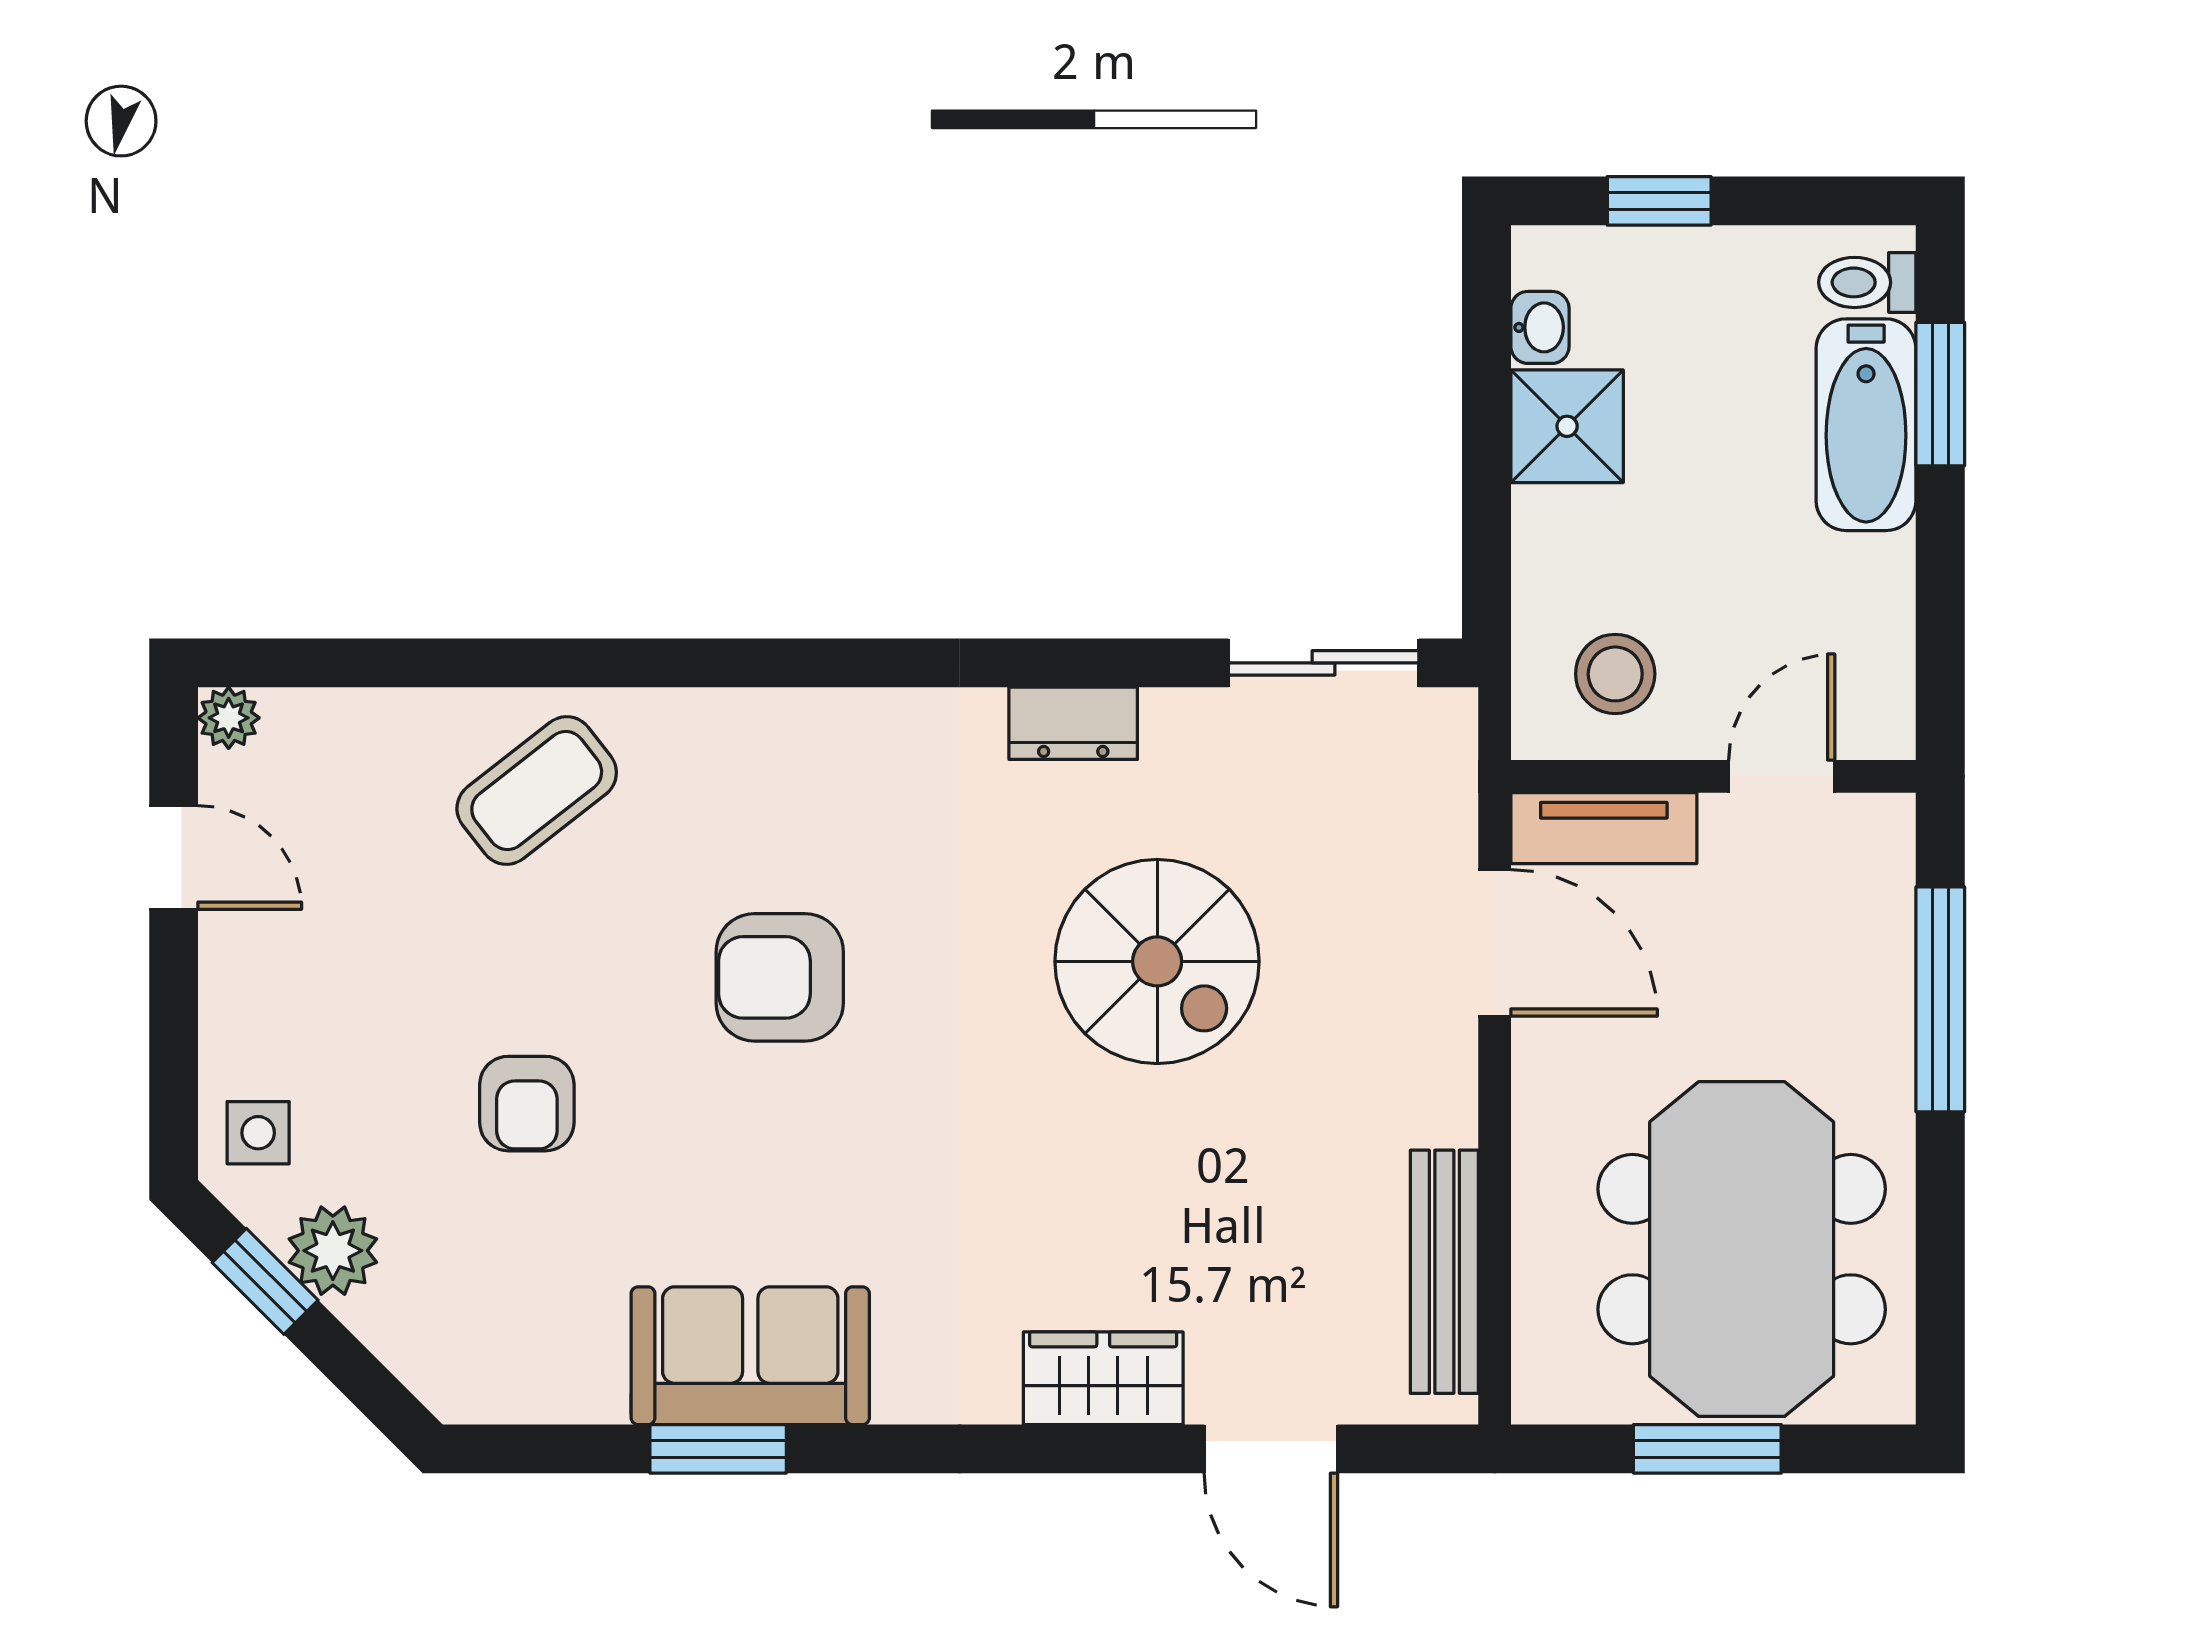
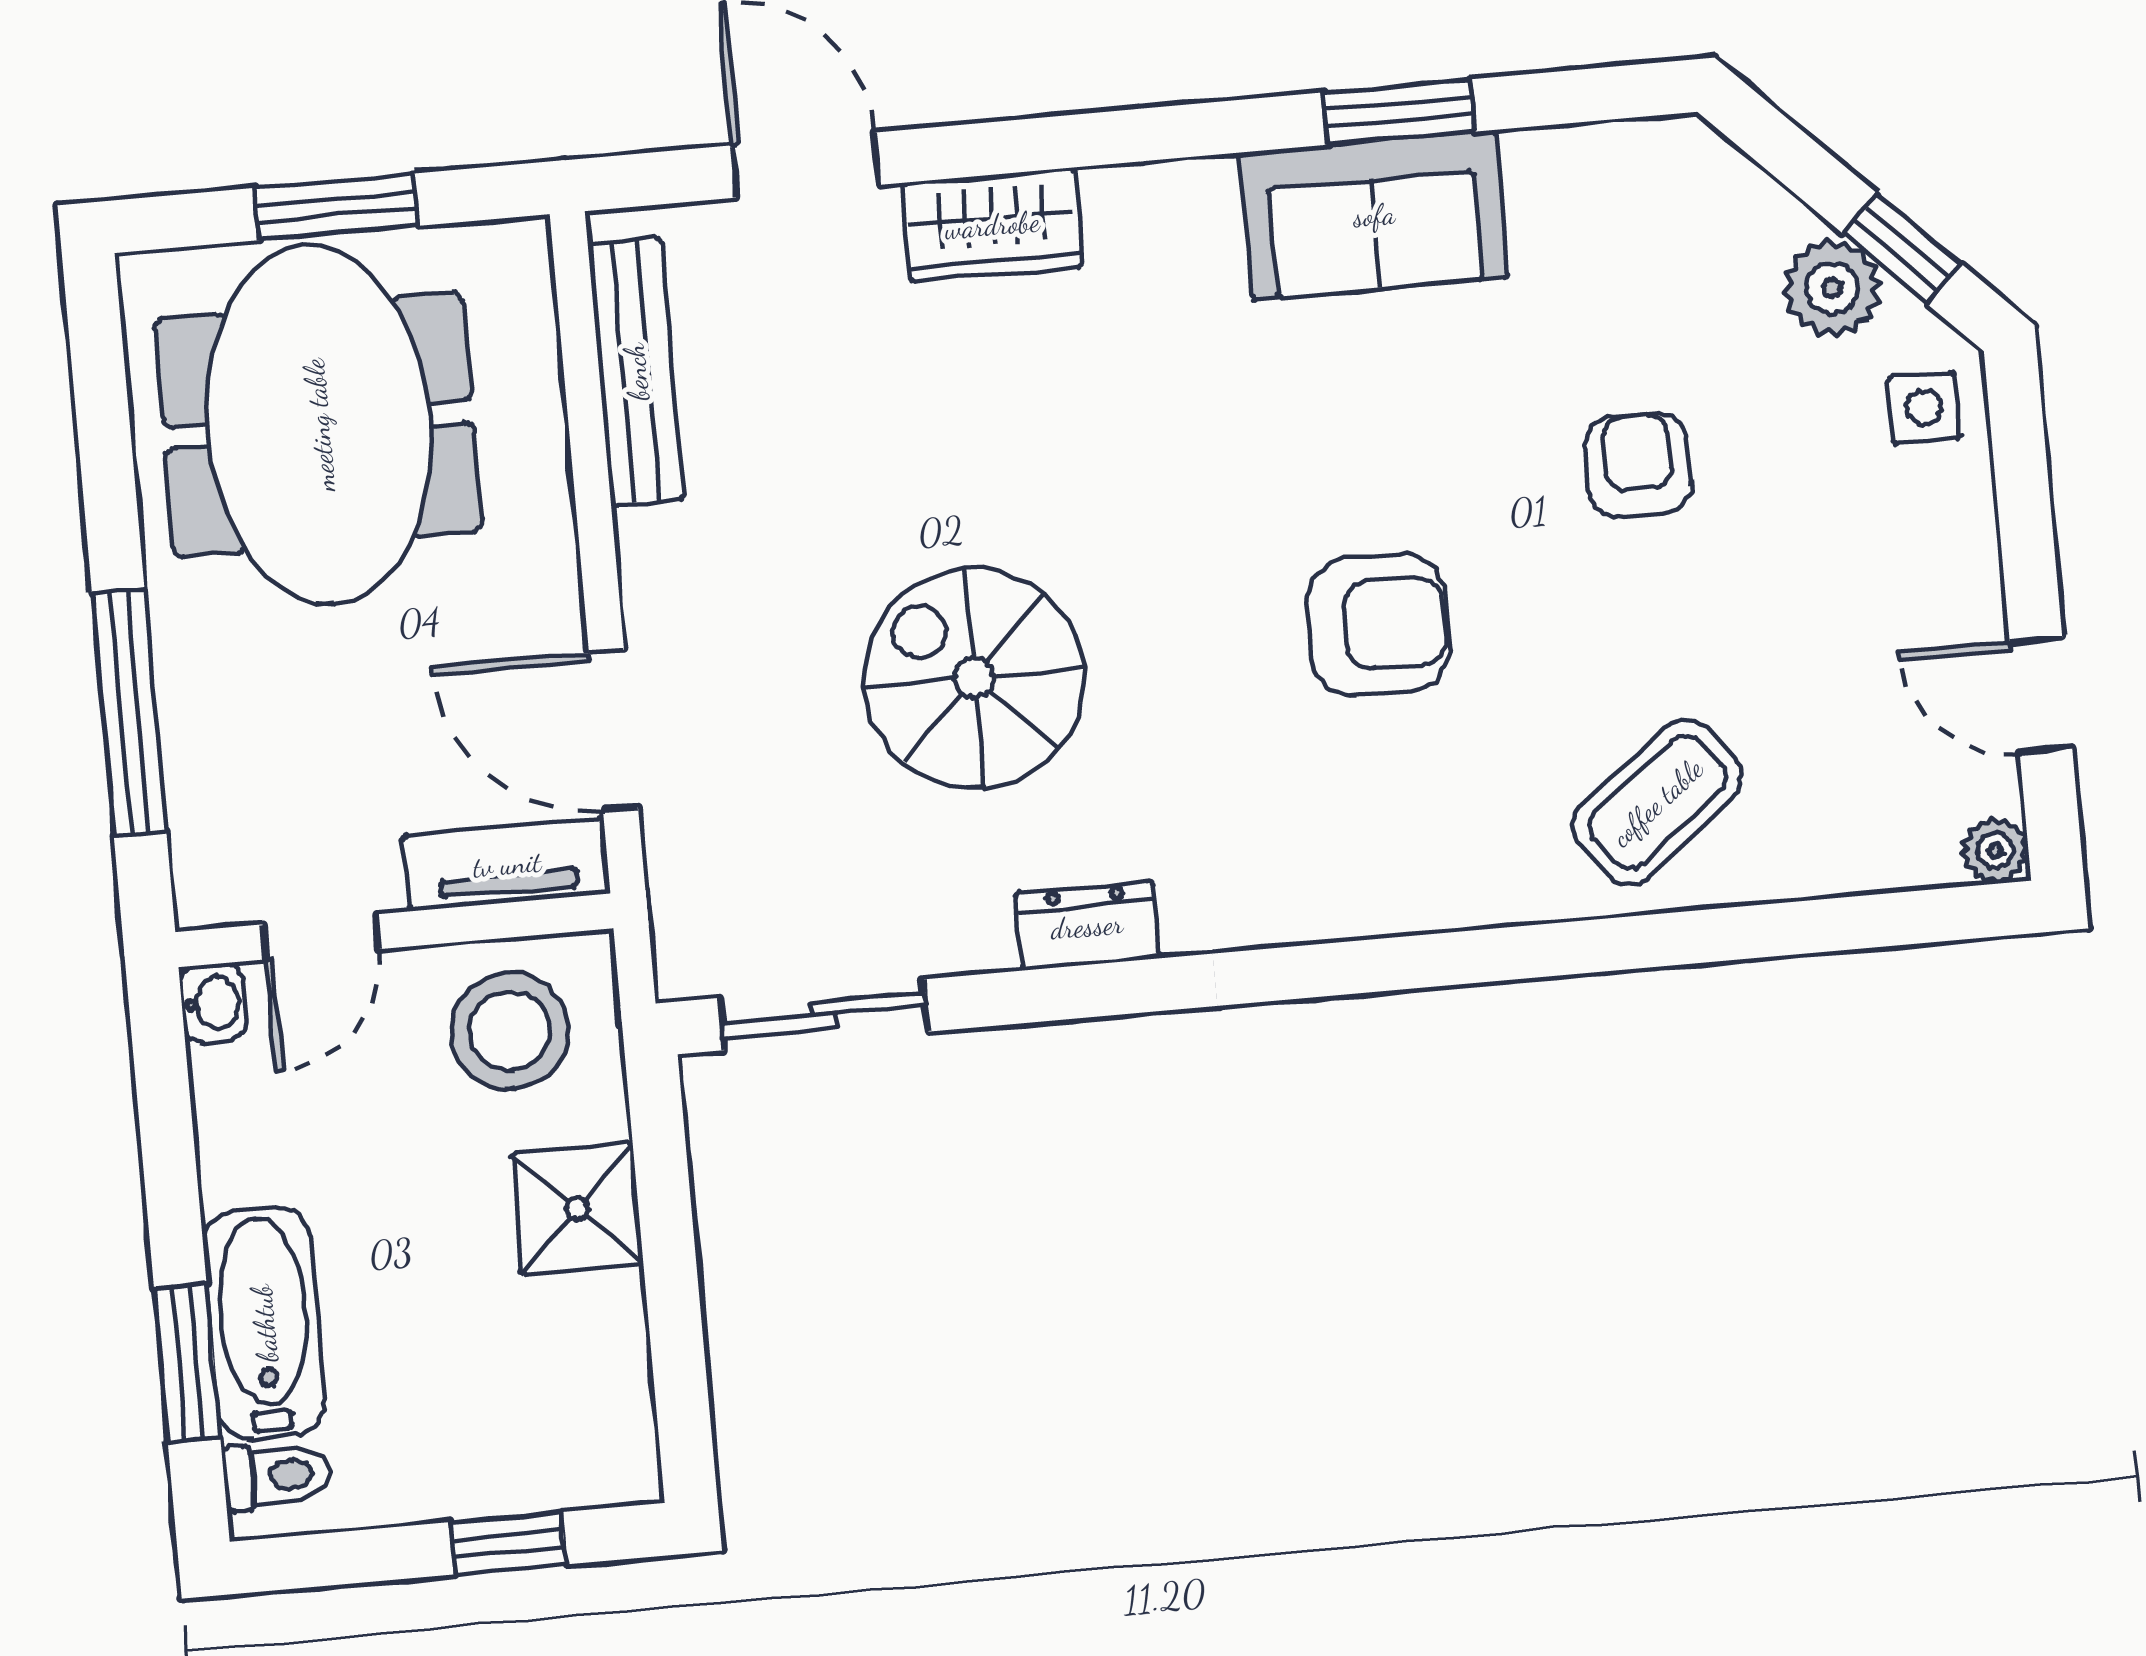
washbasin: (1540, 327) -> (213, 1003), moved, turned 180
shower: (1567, 426) -> (578, 1209), moved
stool: (1615, 674) -> (510, 1031), width x1.38, depth x1.38

